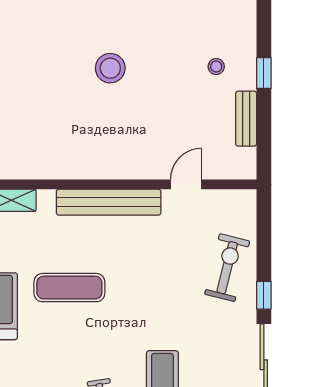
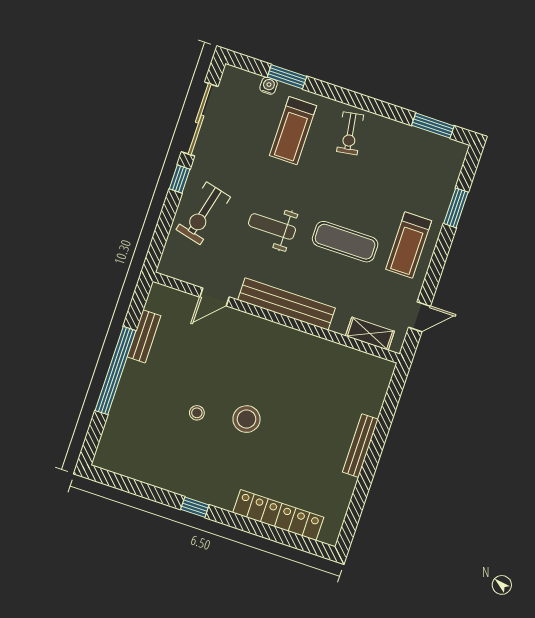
stool: (216, 67) -> (197, 413), moved
window: (264, 73) -> (116, 371), width x3.17
weight bench: (151, 278) -> (272, 226), added

